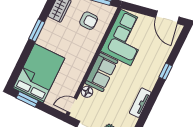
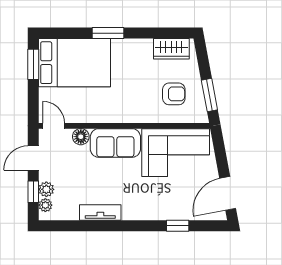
armchair: (89, 21) -> (174, 94), turned -90
window: (37, 30) -> (108, 33), moved
window: (166, 72) -> (178, 226), moved

